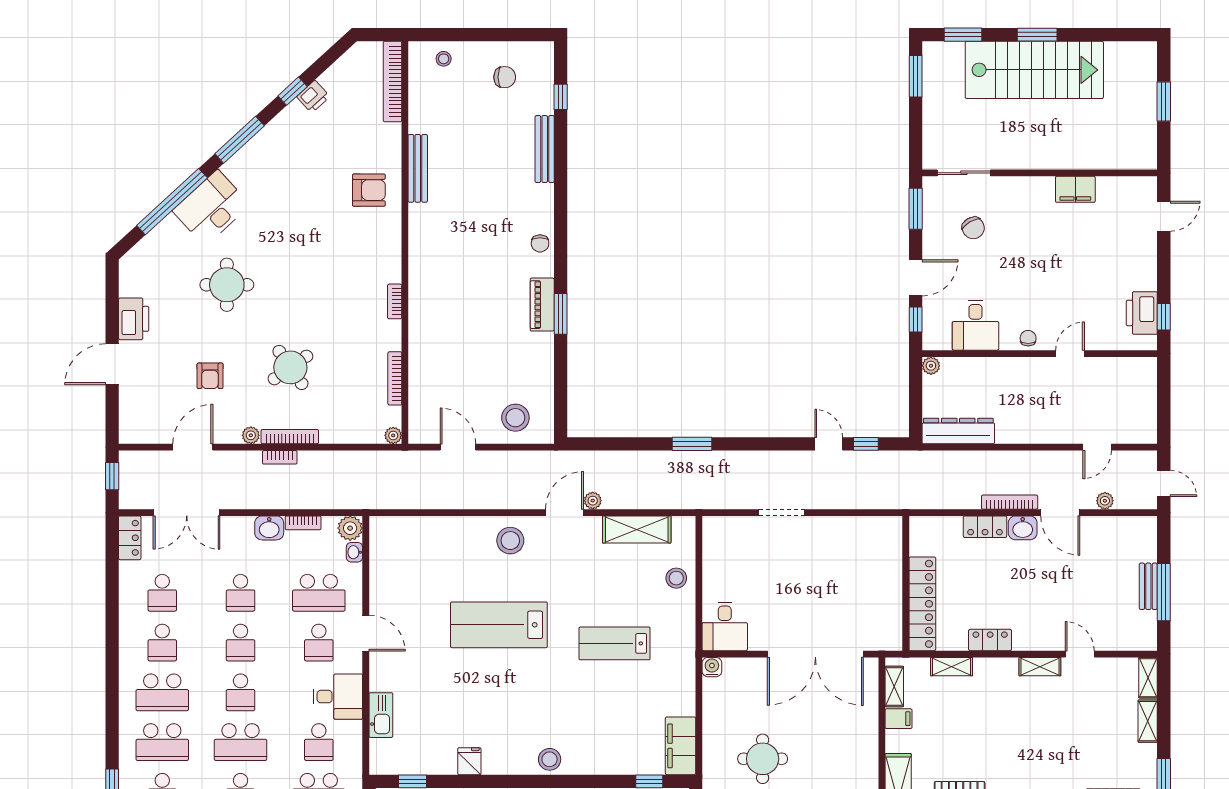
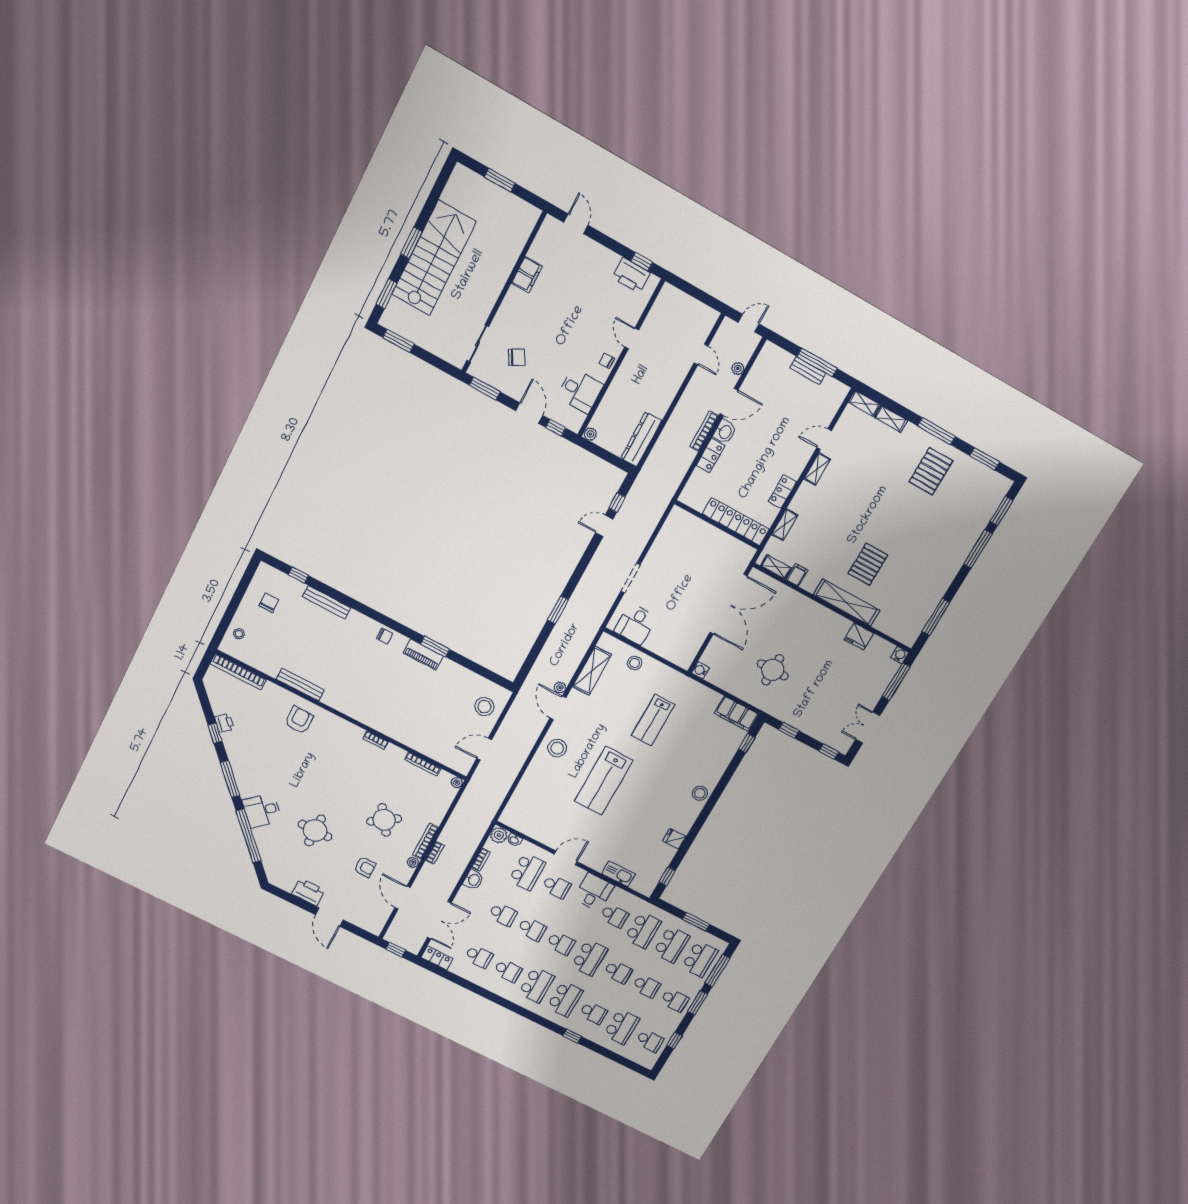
desk: (211, 208) -> (262, 811), width x0.73
desk: (725, 626) -> (635, 624), moved, turned 90

